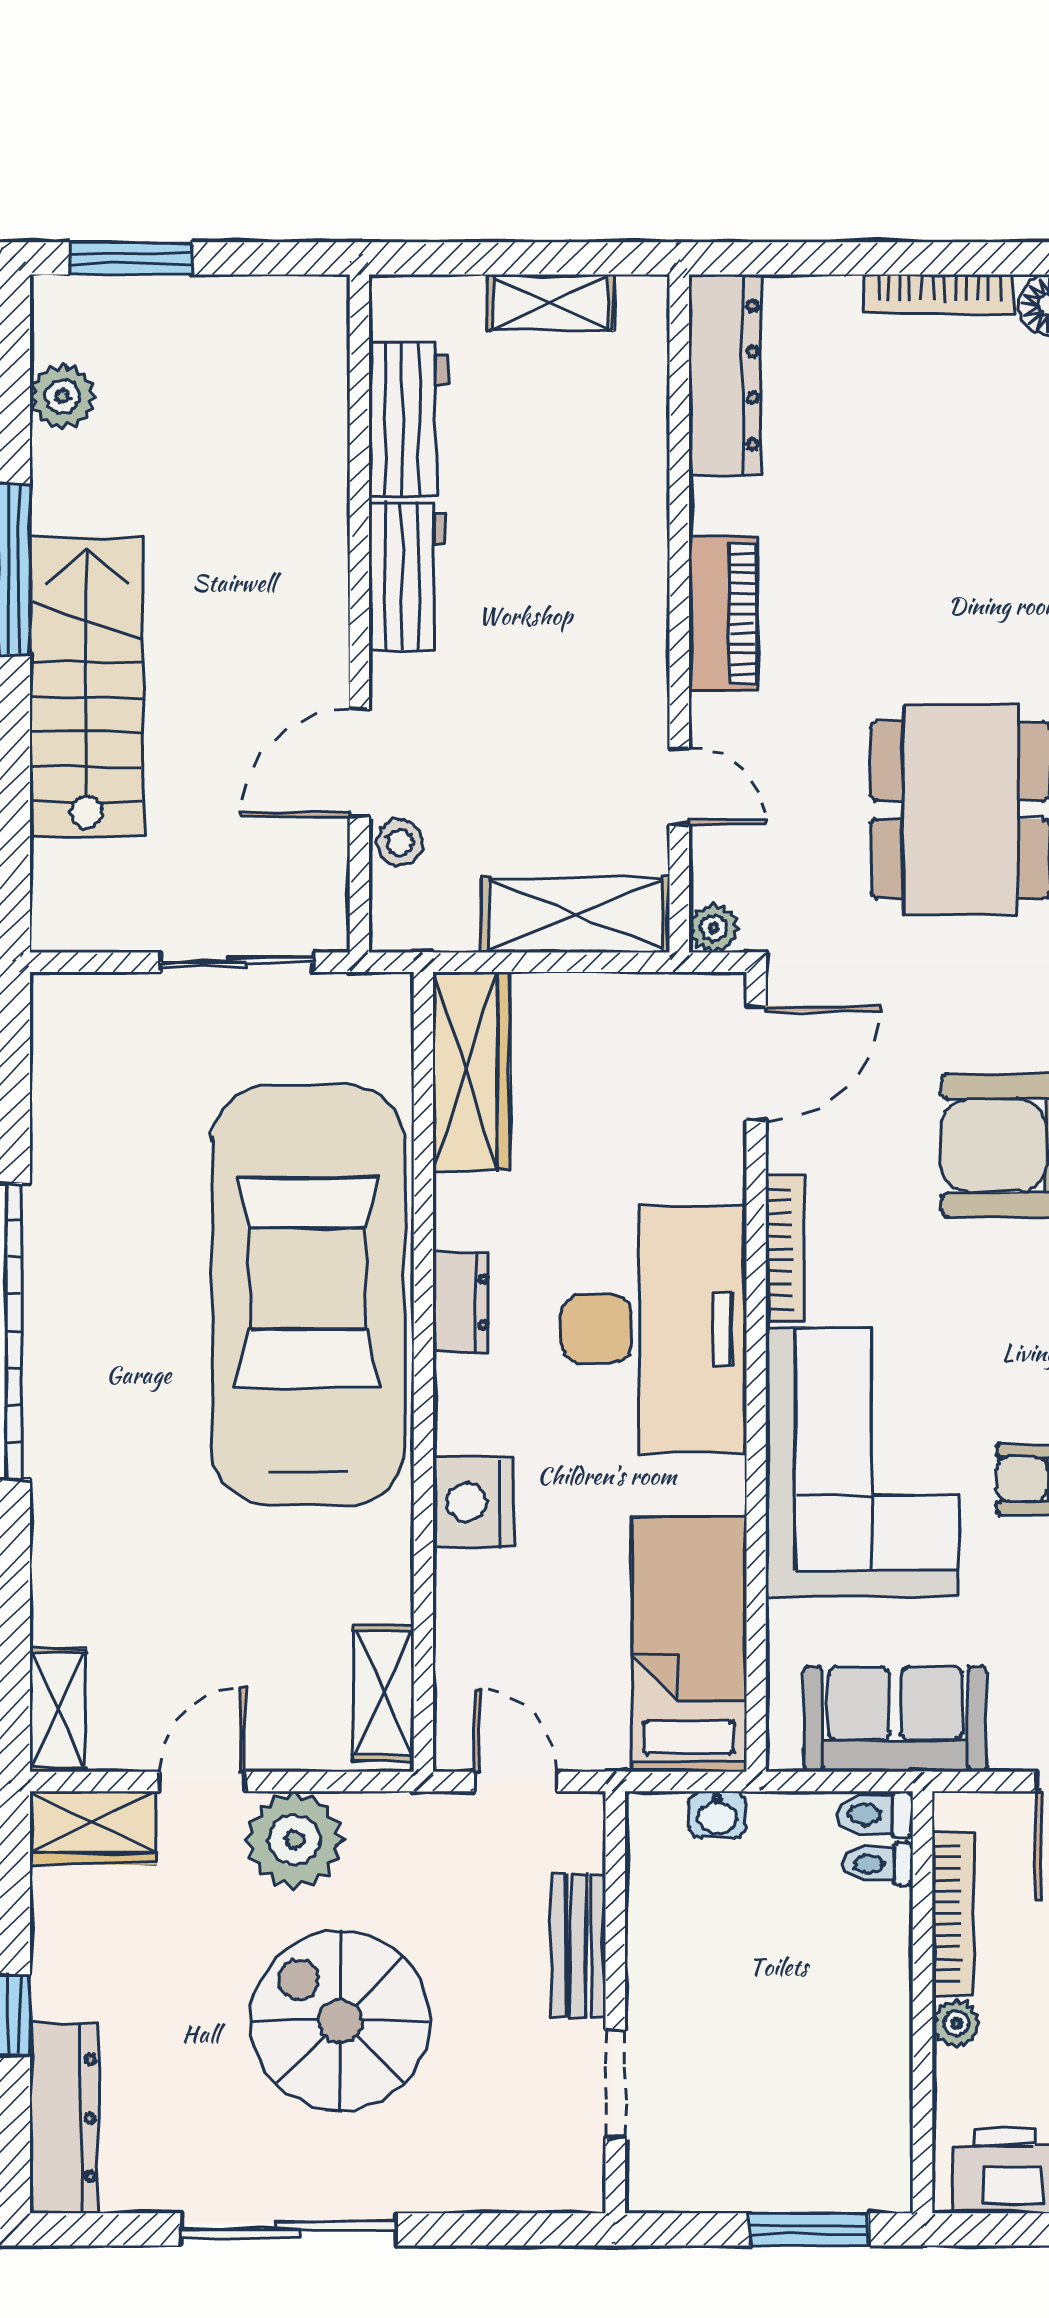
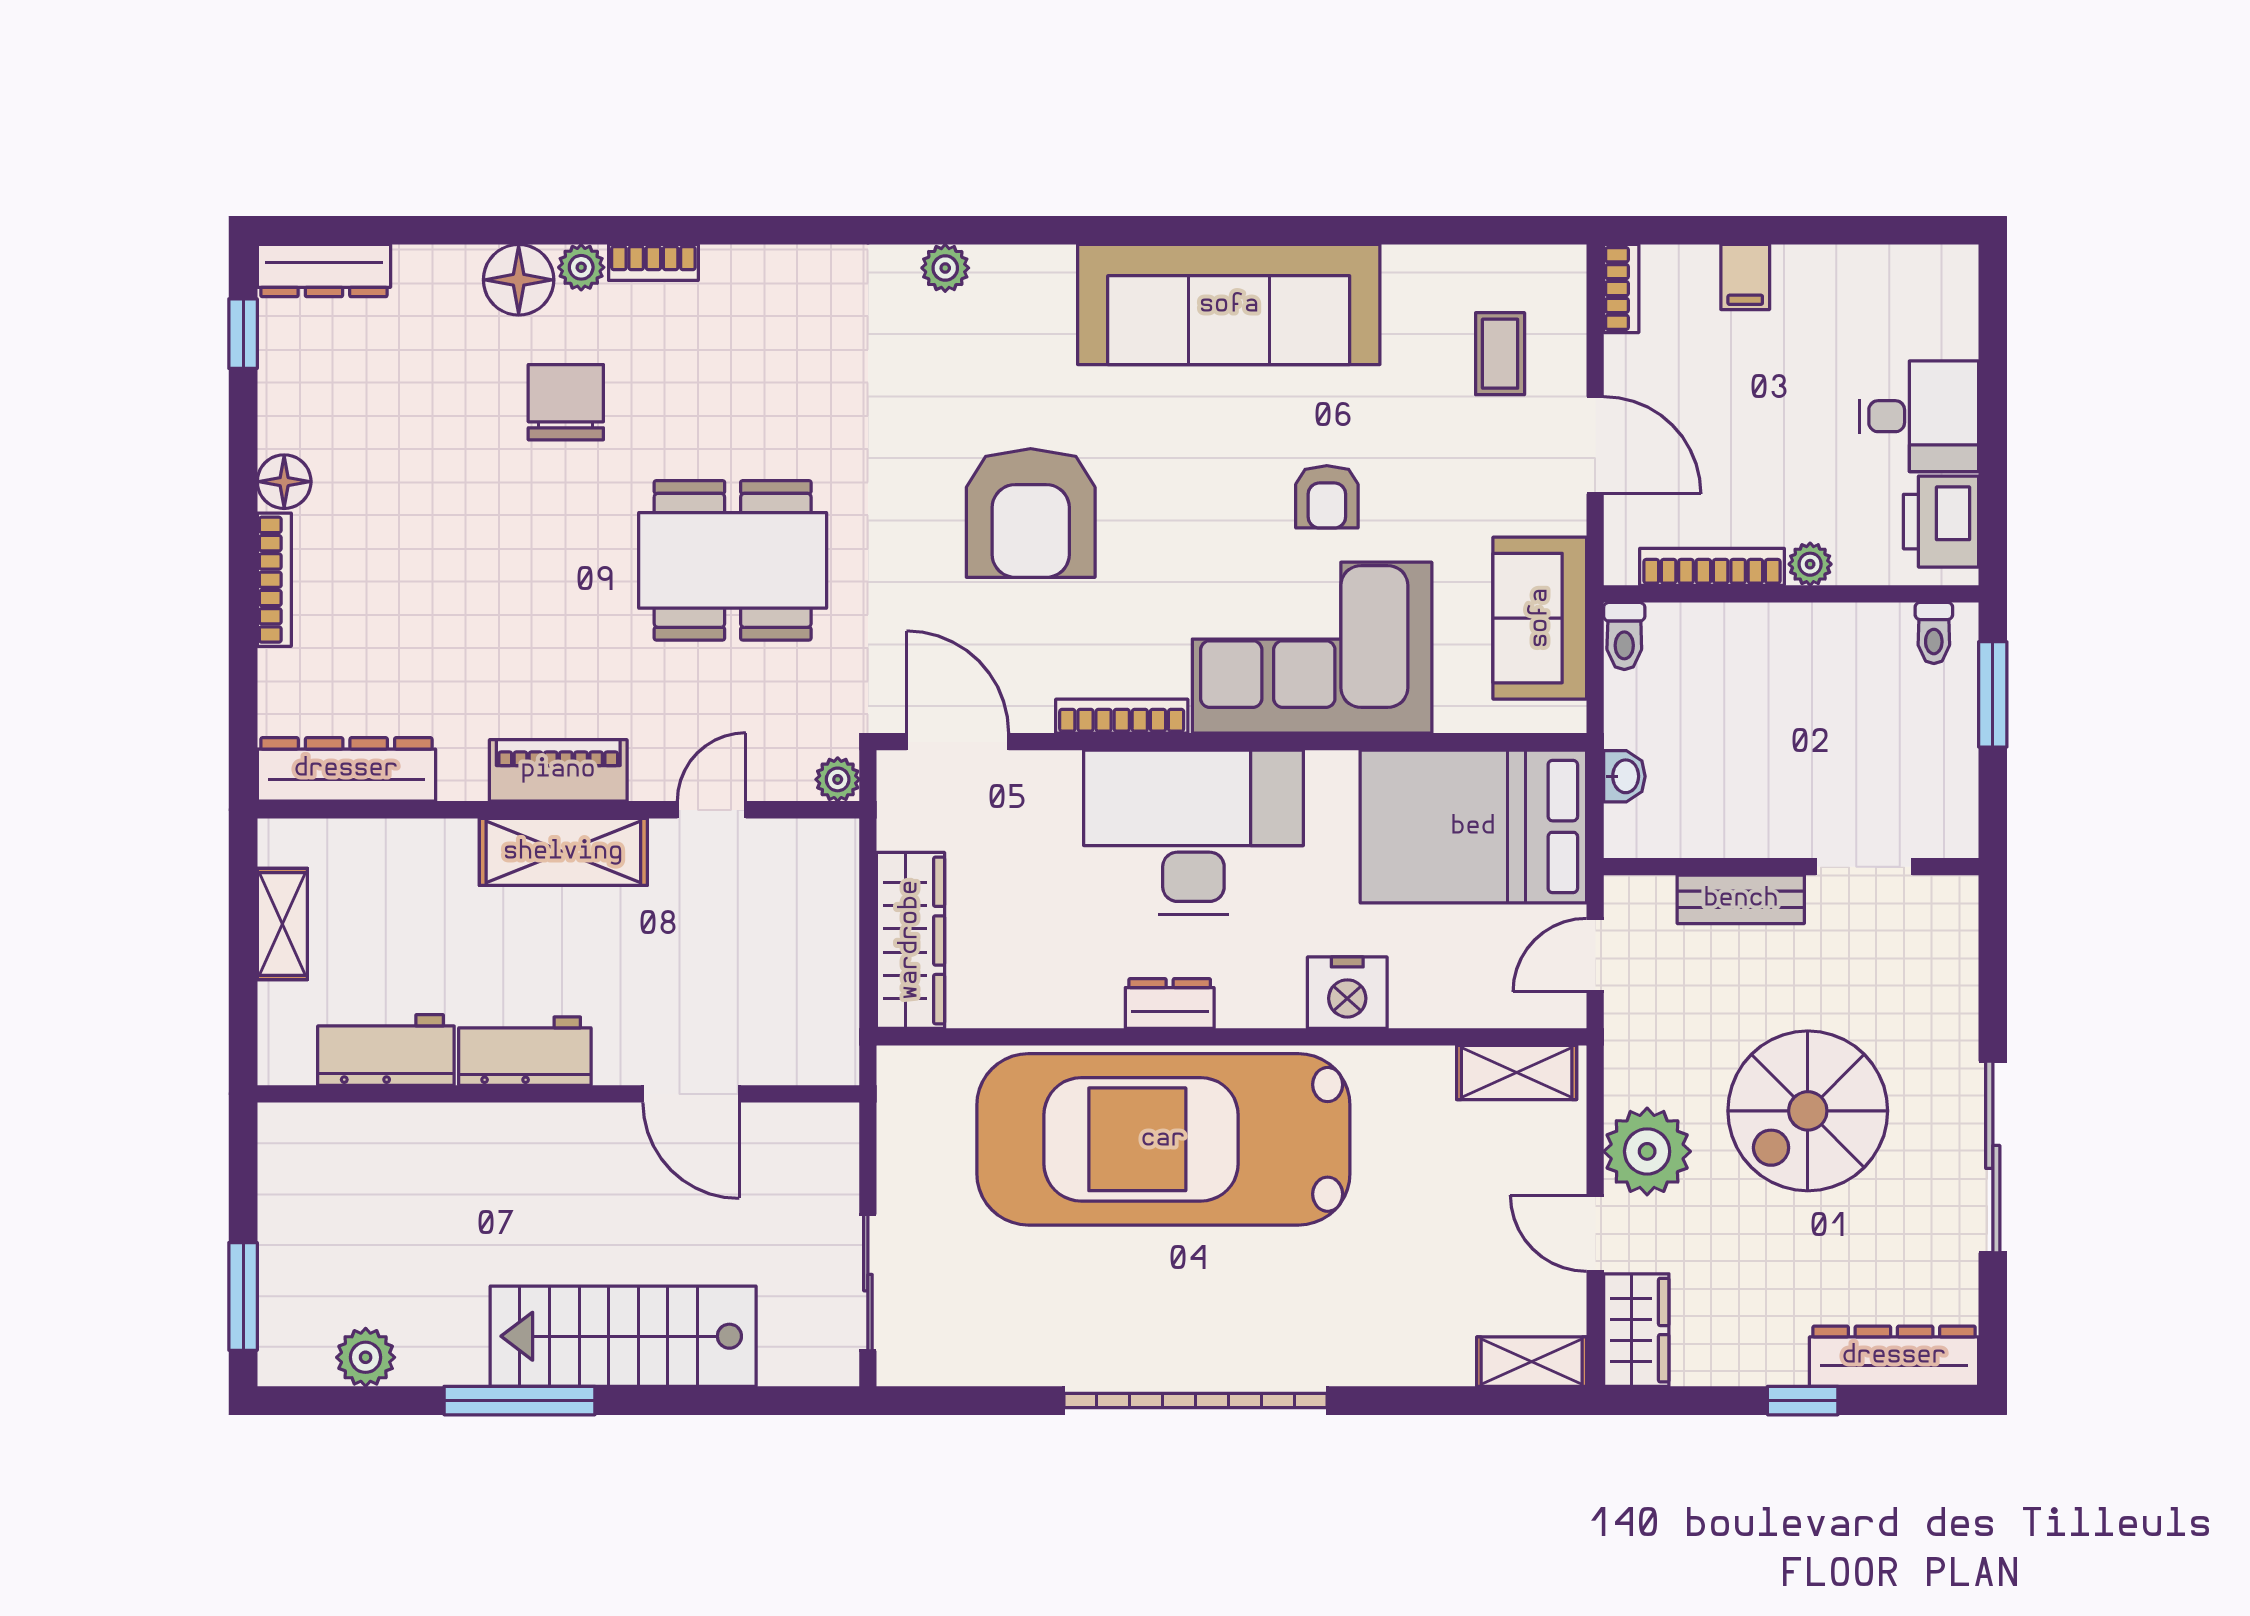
stool: (400, 842) -> (762, 1058), removed
shelving: (575, 915) -> (563, 852), moved, turned 90
sliding door: (237, 962) -> (868, 1283), moved
wardrobe: (471, 1071) -> (910, 940), moved, turned 90
bed: (689, 1644) -> (1473, 827), width x1.50
toilet: (878, 1864) -> (1934, 633), moved

